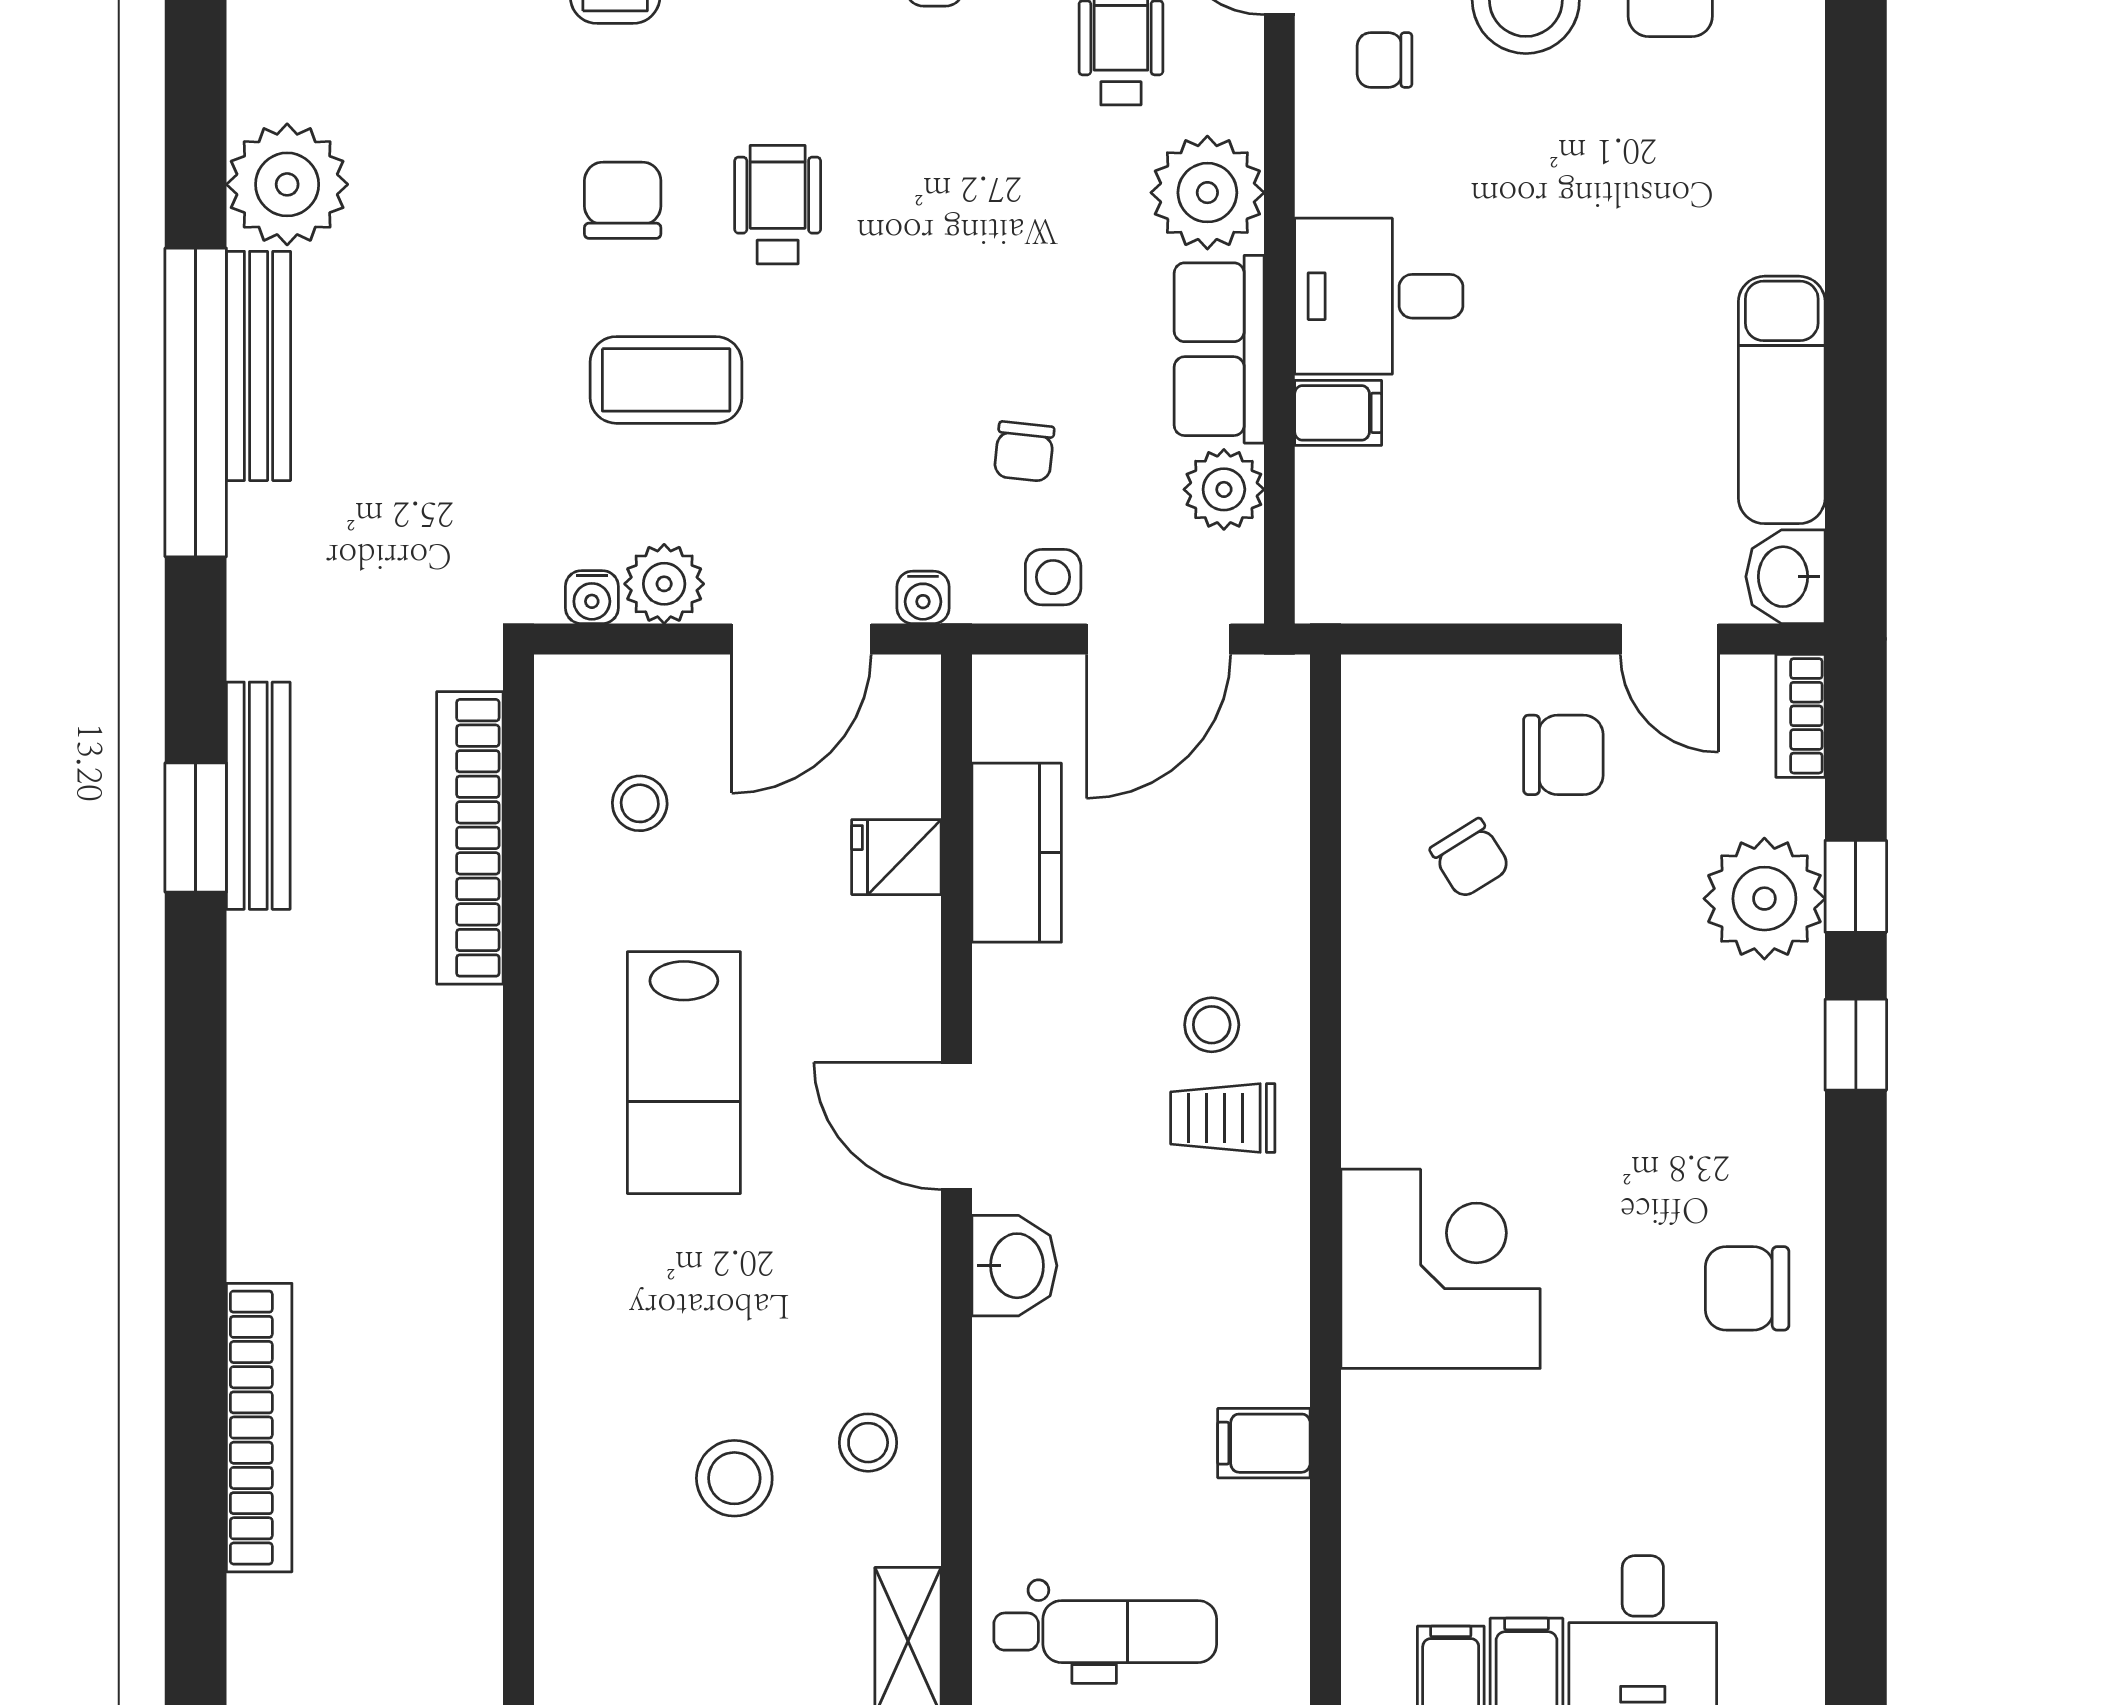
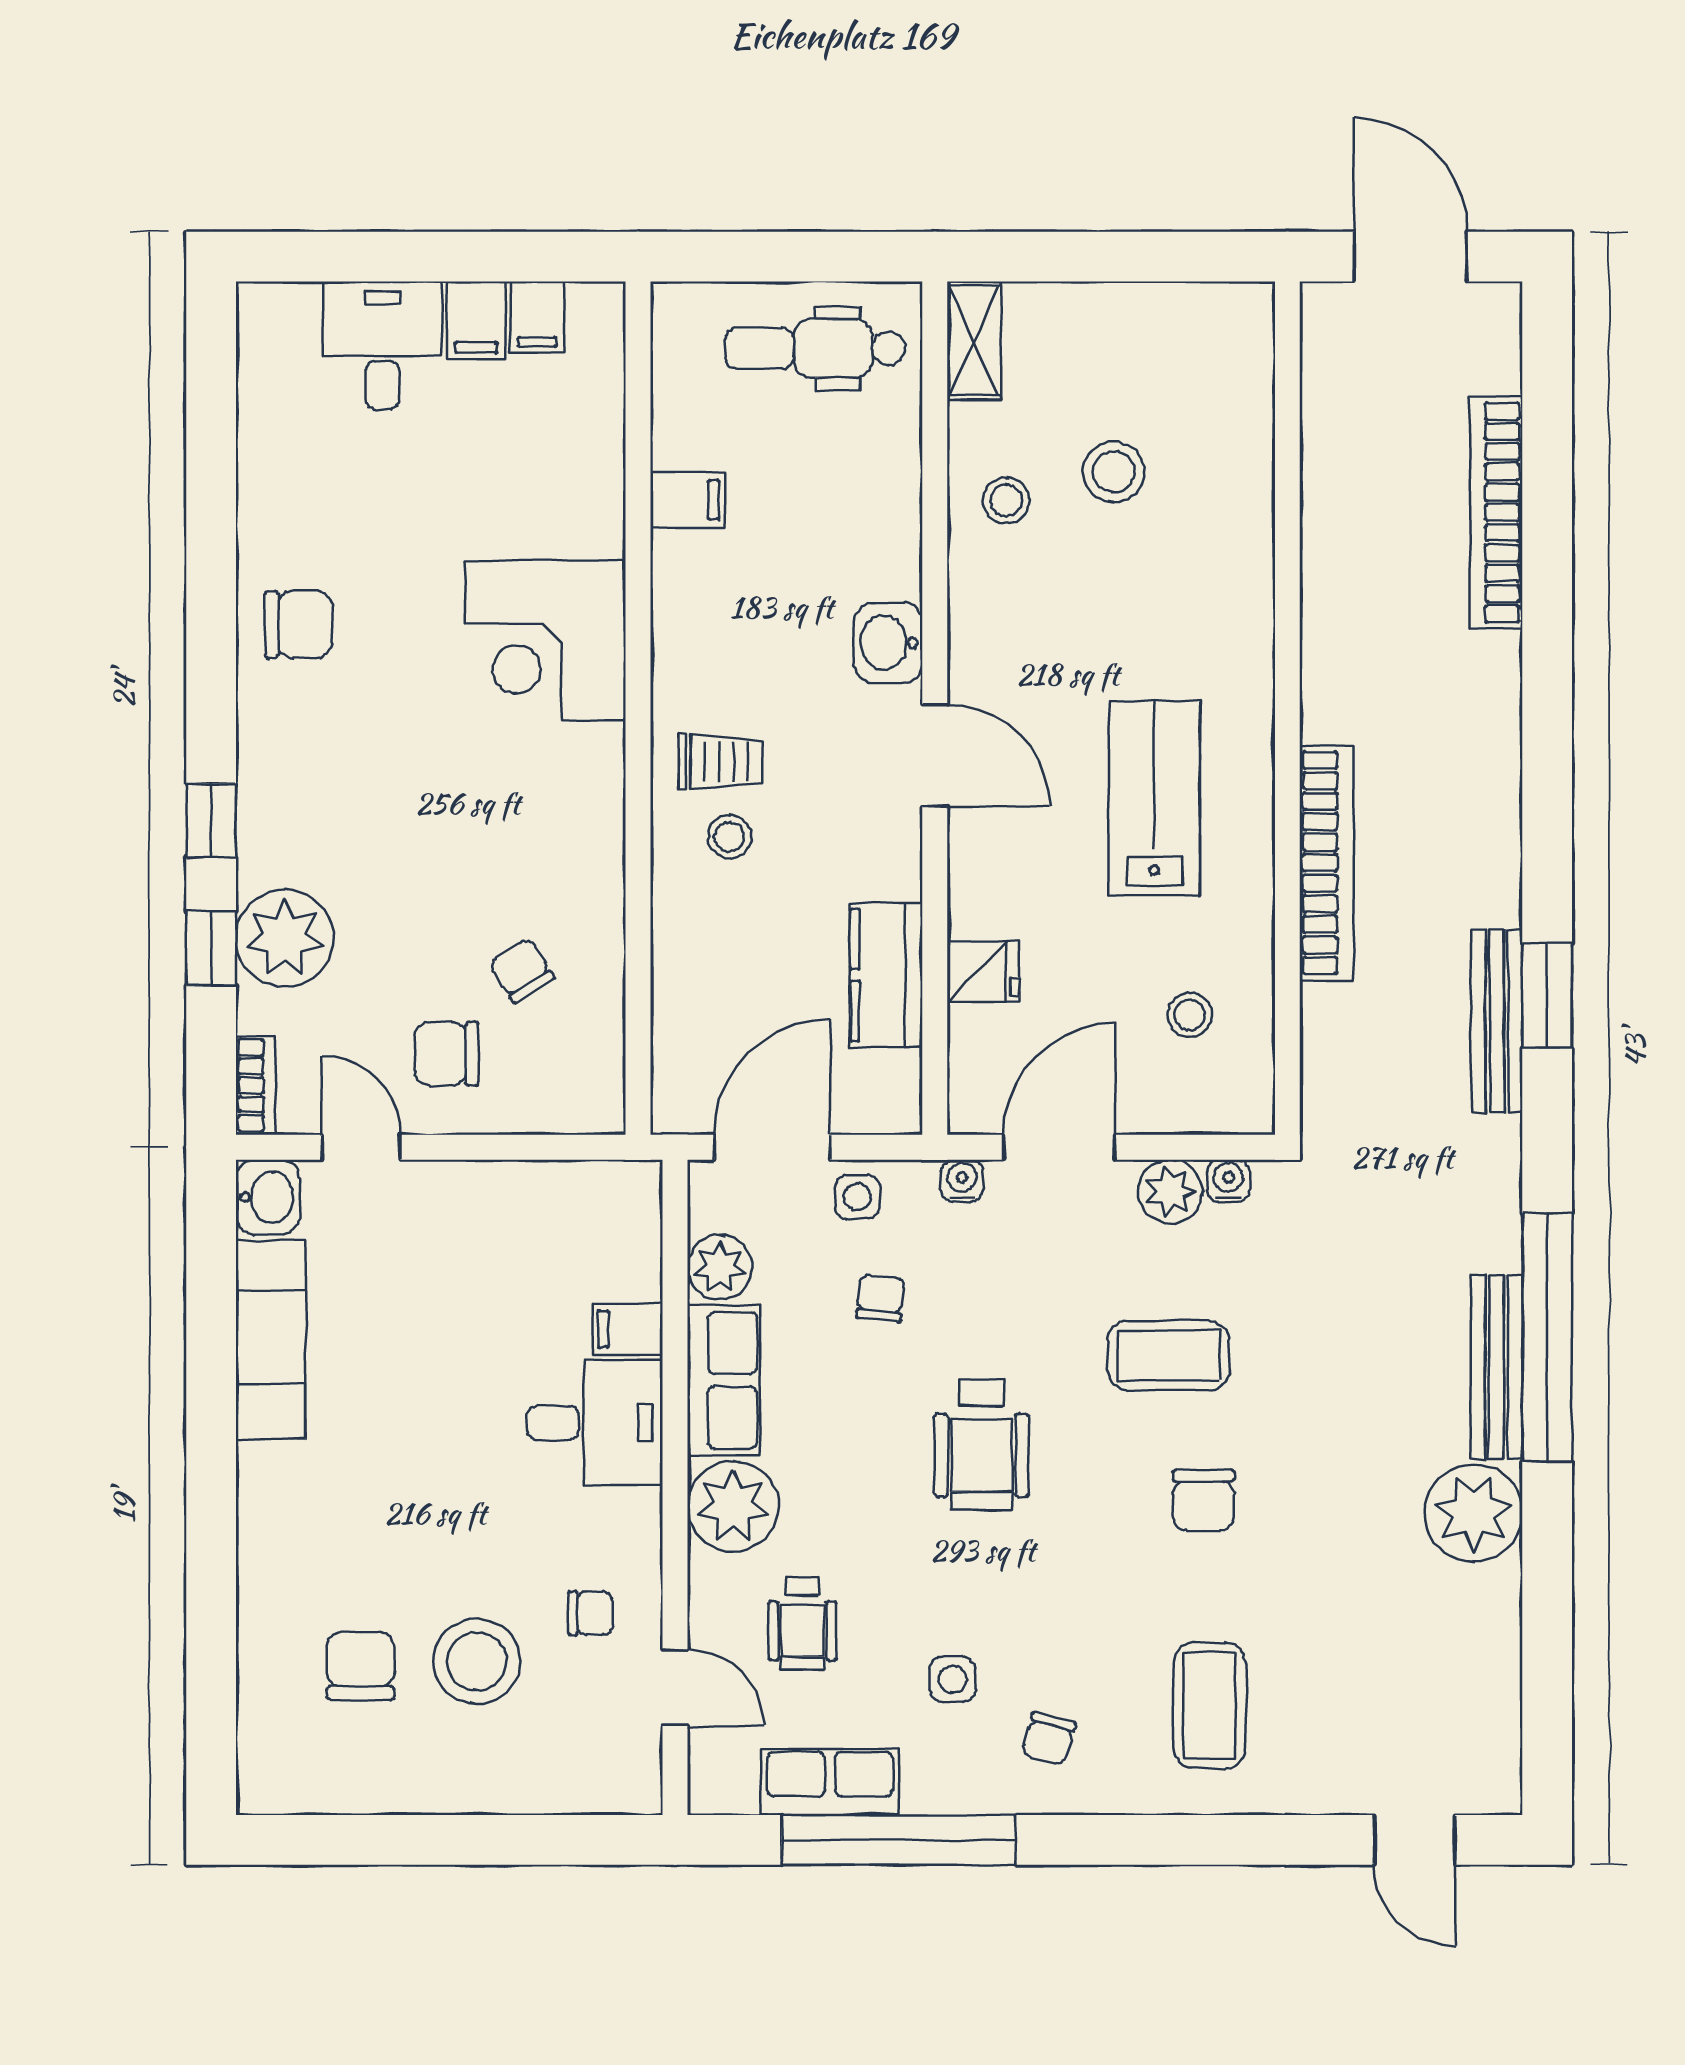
wheelchair: (778, 205) -> (982, 1445), moved, width x1.36, depth x1.37
bookcase: (470, 838) -> (1326, 863), moved

